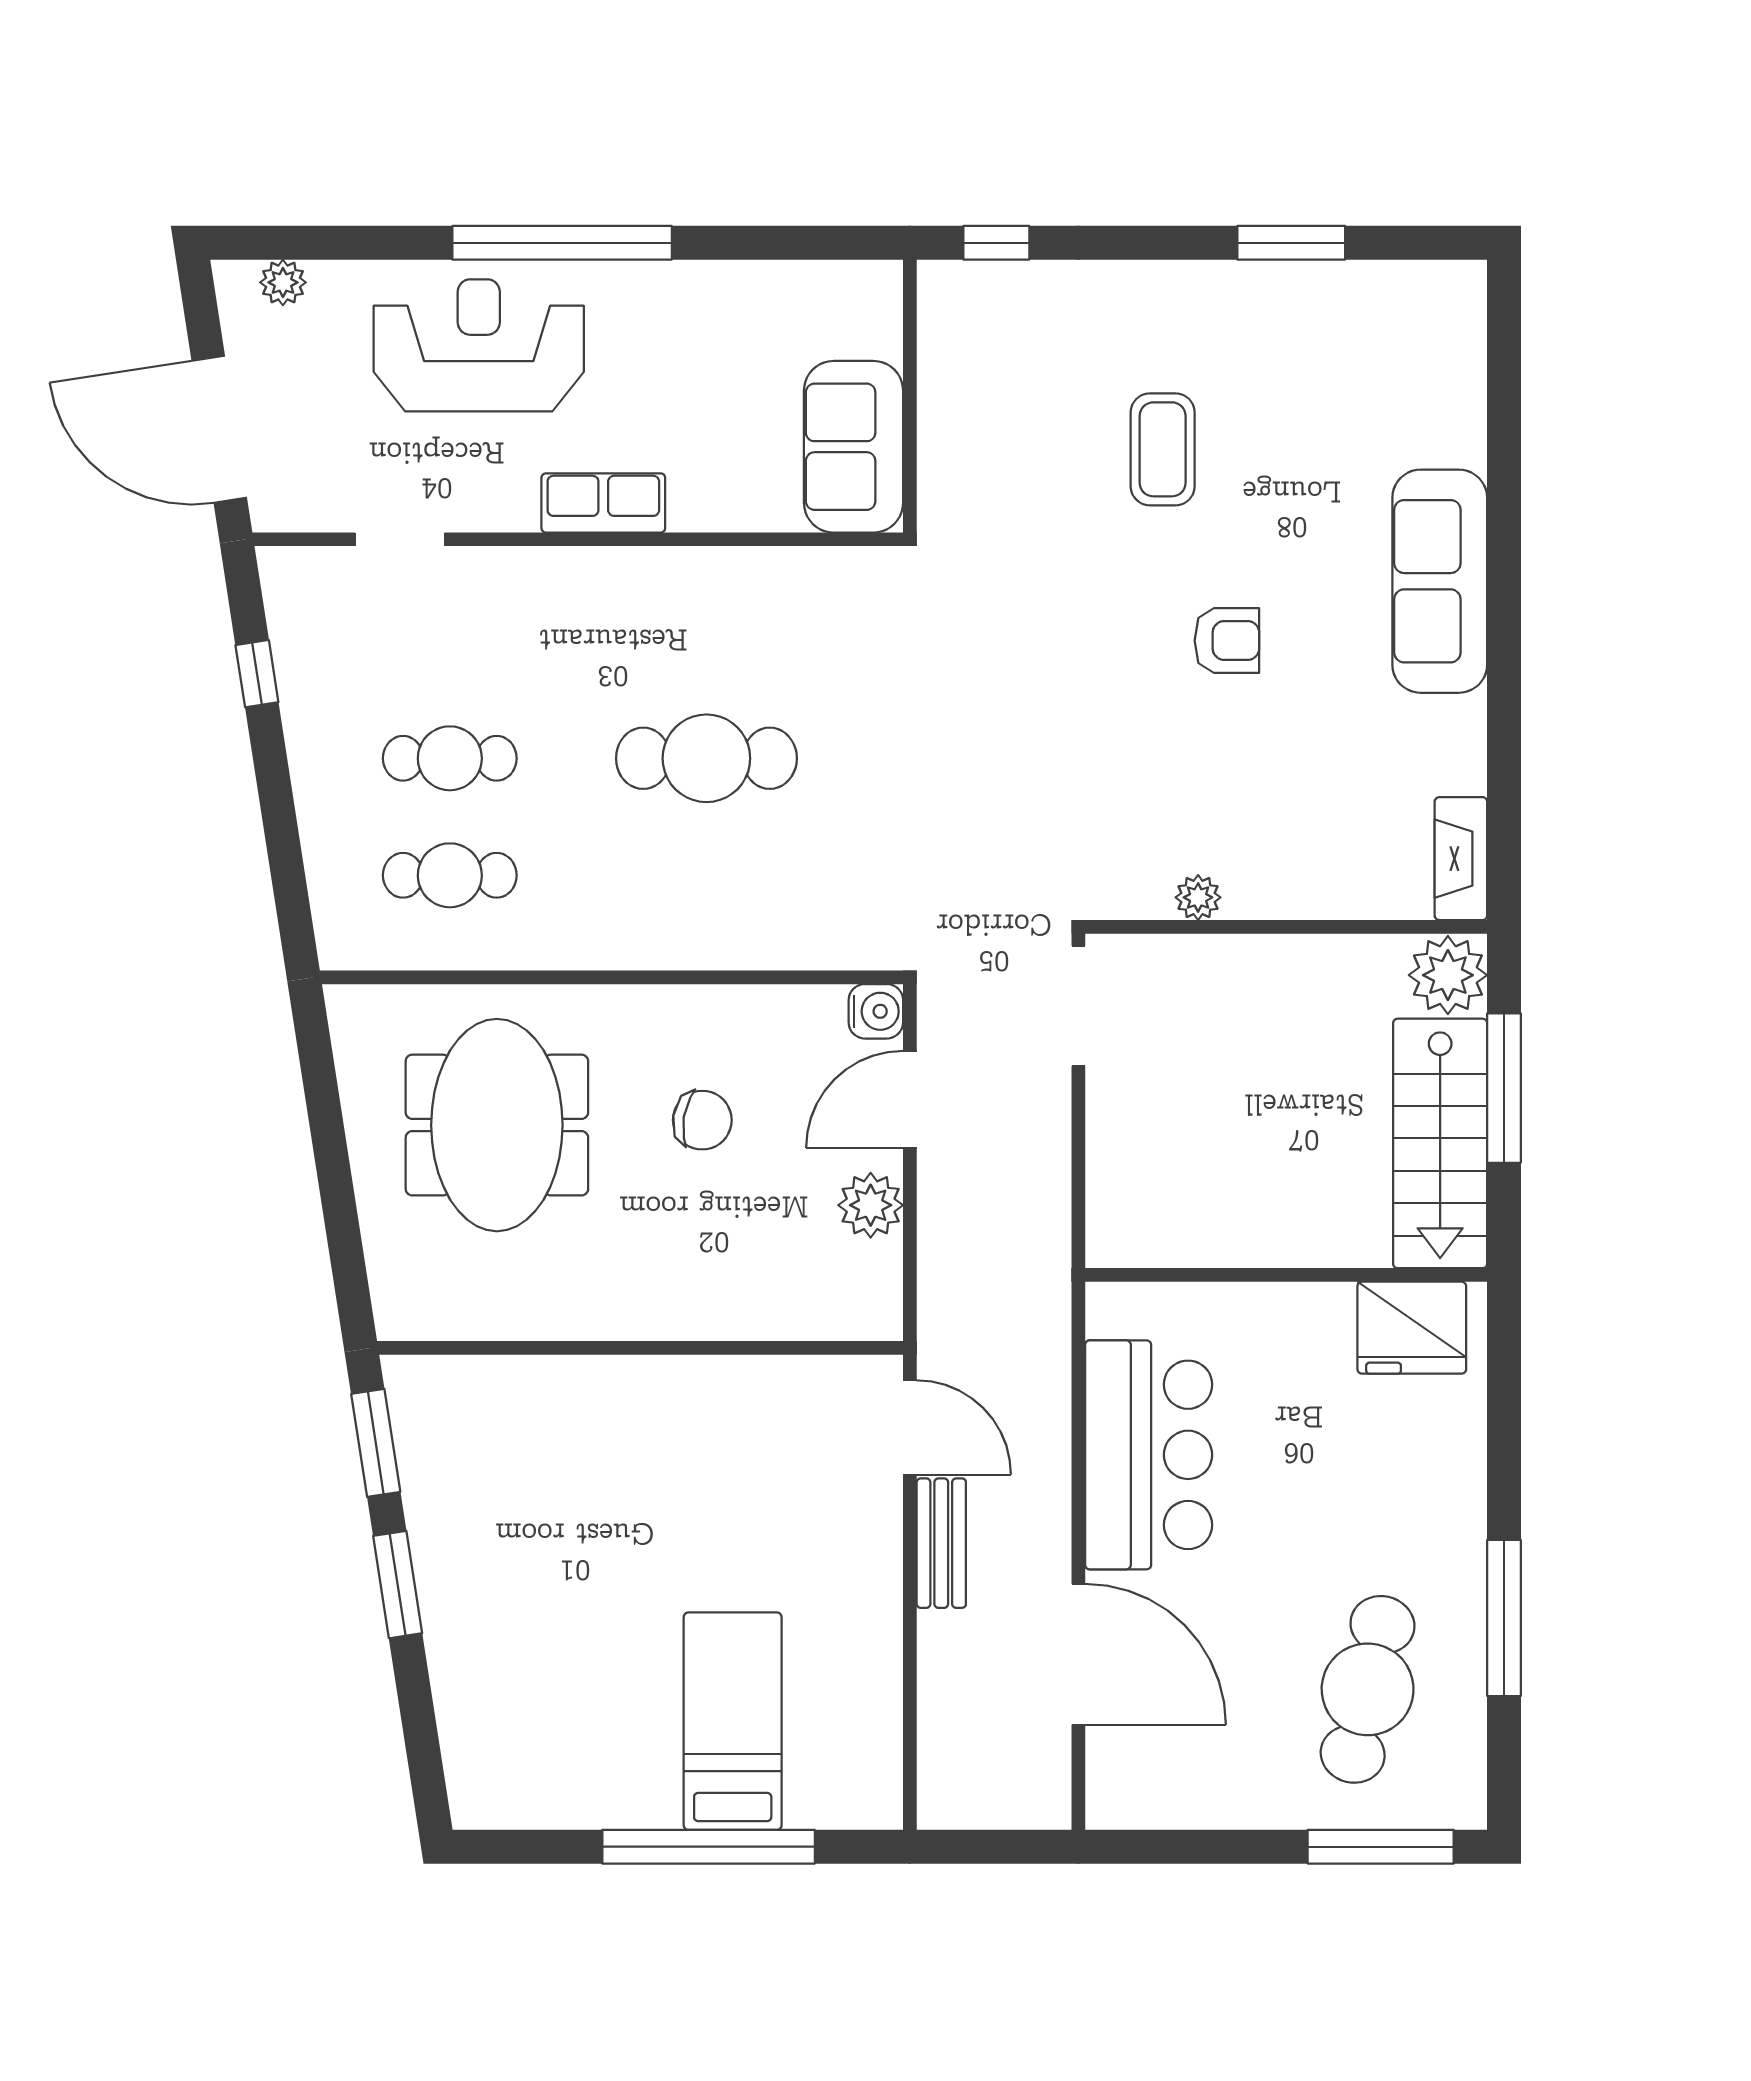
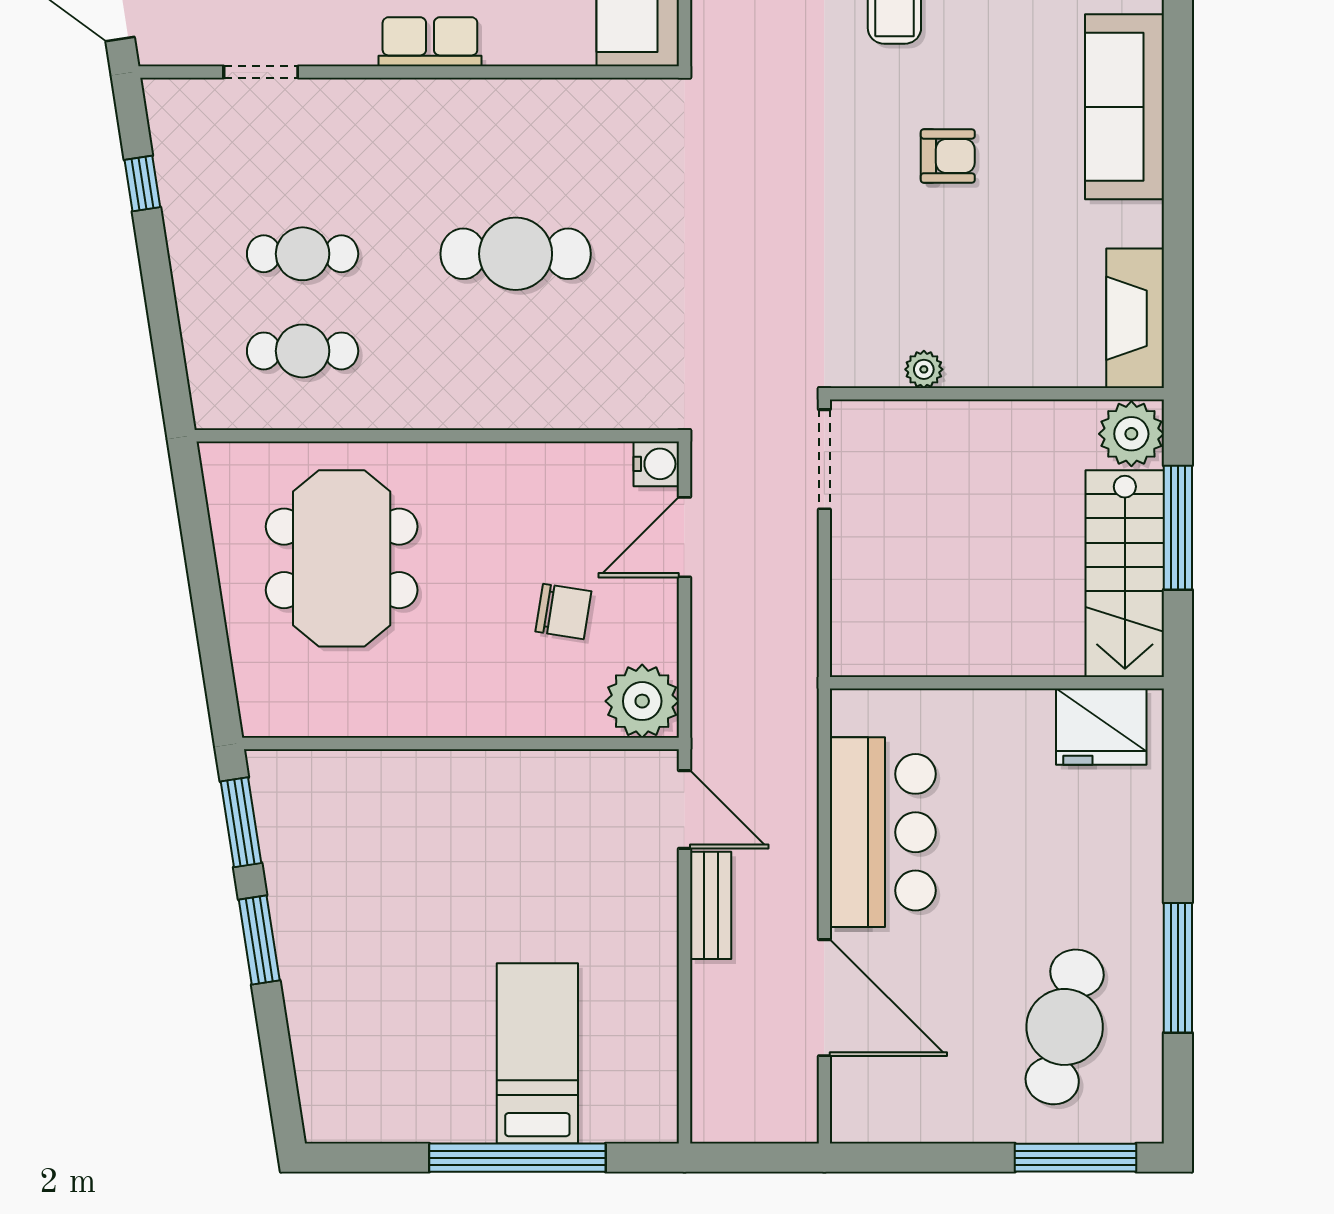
fireplace: (1461, 859) -> (1135, 318), width x1.37, depth x1.32
chair: (702, 1120) -> (563, 611), moved
plant: (871, 1205) -> (642, 701), moved, width x1.36, depth x1.36

